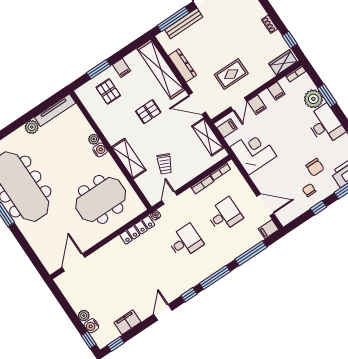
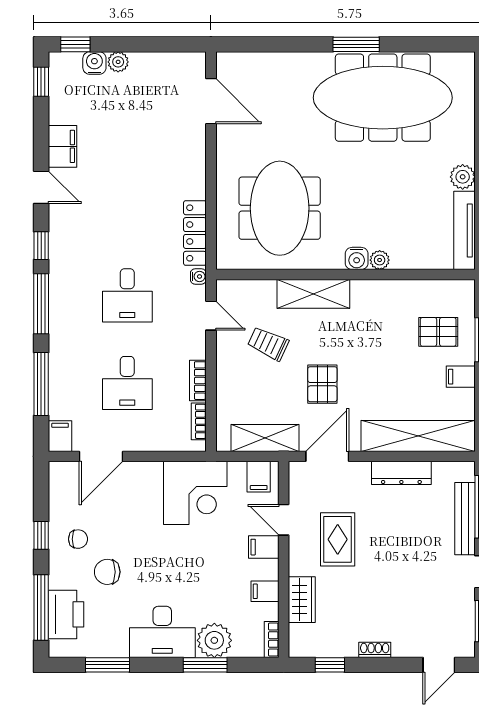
wardrobe: (283, 63) -> (302, 600), moved
pallet: (148, 112) -> (322, 384), moved
filing cabinet: (127, 322) -> (63, 146), moved

